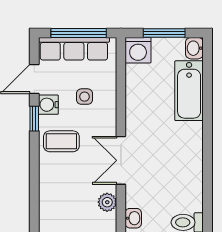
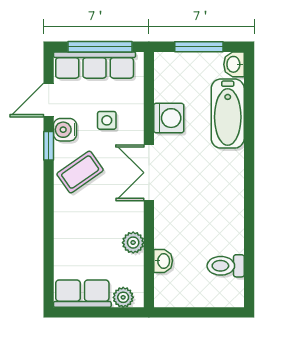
washing machine: (138, 50) -> (169, 118), moved, turned -90
coffee table: (61, 141) -> (80, 172), turned -35
double door: (121, 160) -> (149, 173), moved

